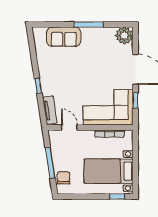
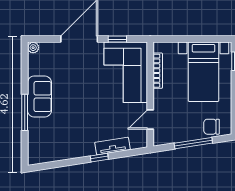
window: (89, 24) -> (25, 112), moved
plant: (124, 36) -> (33, 48), width x0.53, depth x0.53
sofa: (64, 37) -> (39, 97), moved
tv unit: (50, 110) -> (112, 146), moved

